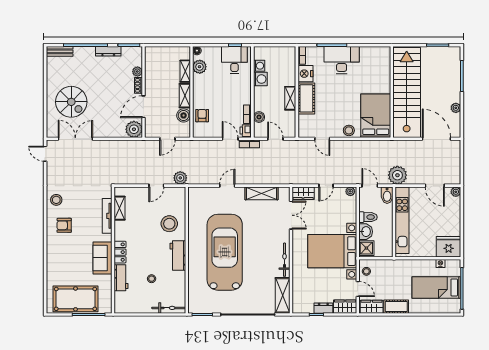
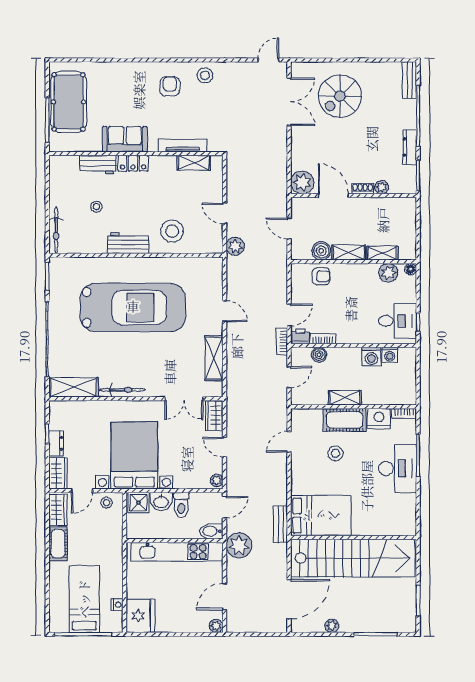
stool: (349, 130) -> (335, 453), moved
bench: (382, 145) -> (280, 524), added

